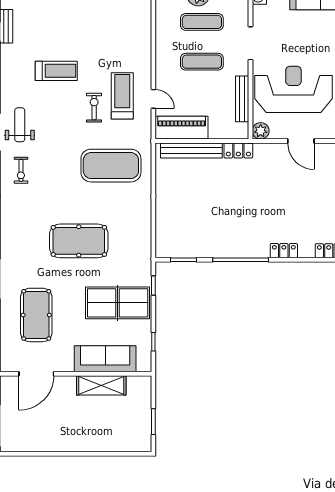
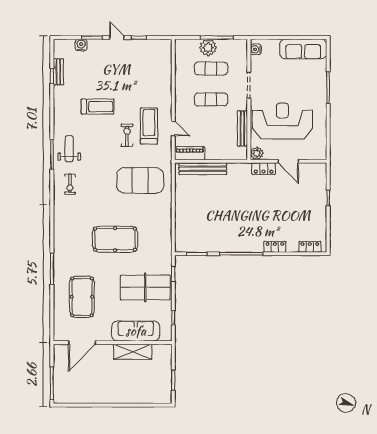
piano: (182, 128) -> (190, 153), width x0.73, depth x0.75
locker: (238, 150) -> (264, 169), moved

